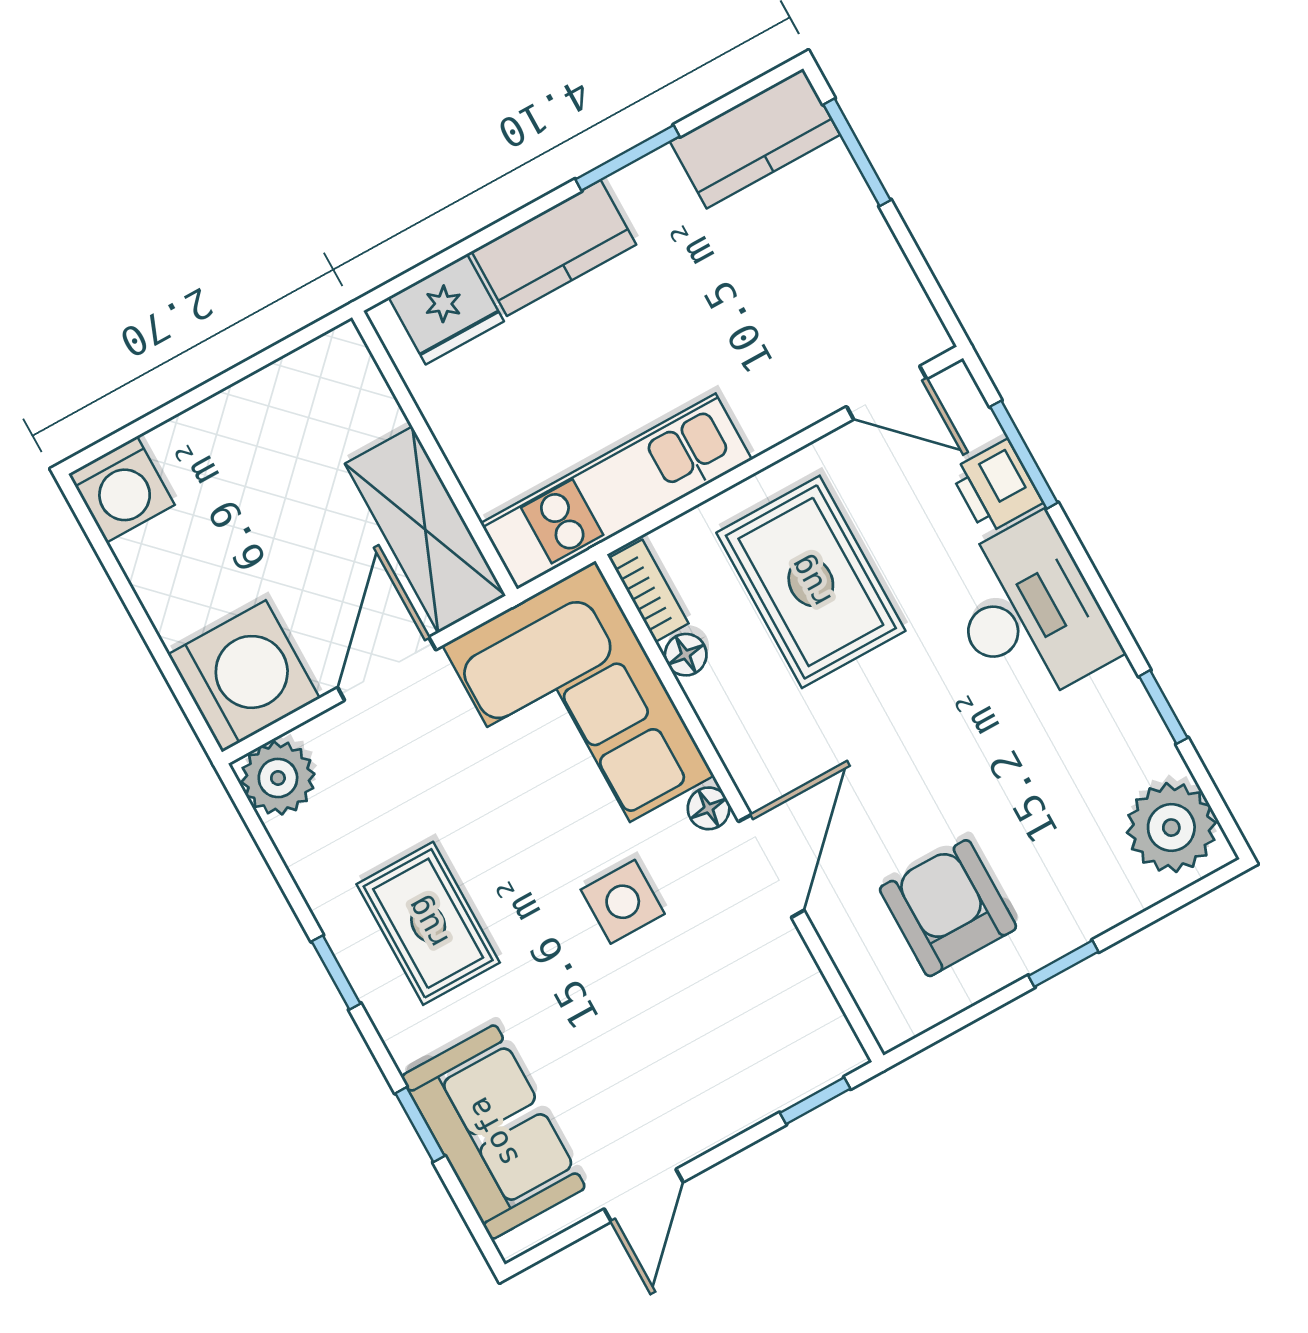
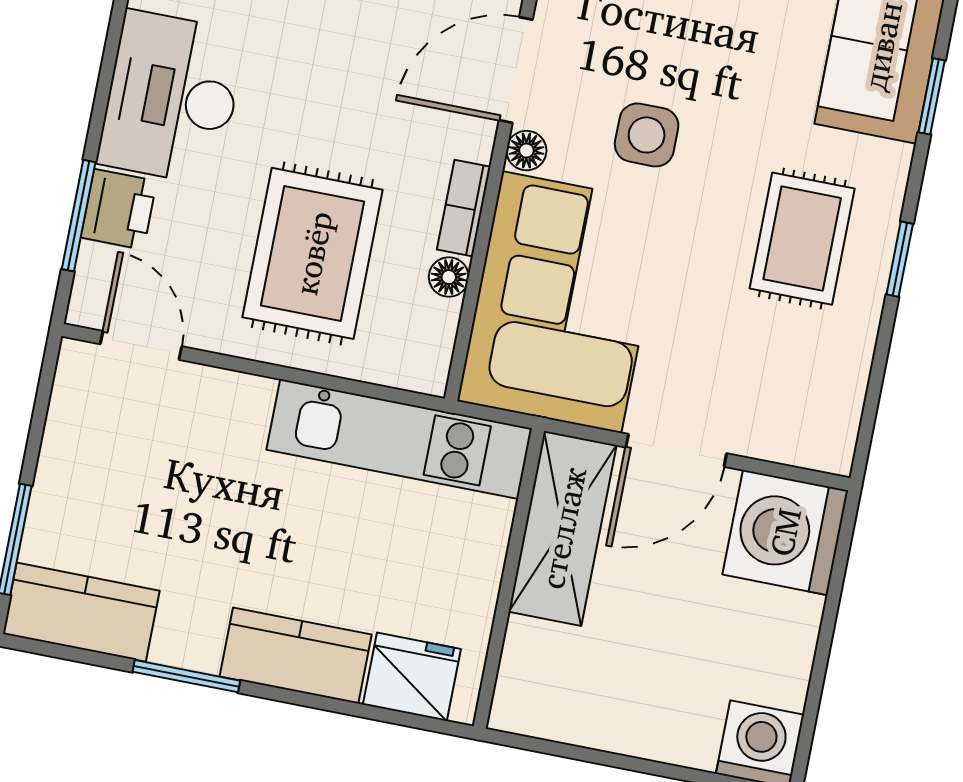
bookcase: (649, 591) -> (464, 208), moved
plant: (278, 778) -> (823, 437), removed

